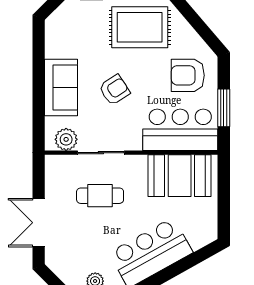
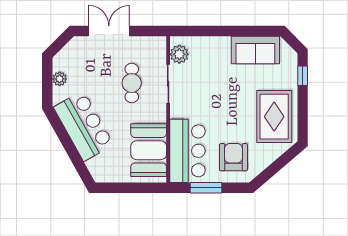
sofa: (61, 87) -> (255, 50), moved
armchair: (114, 90) -> (221, 95), removed

